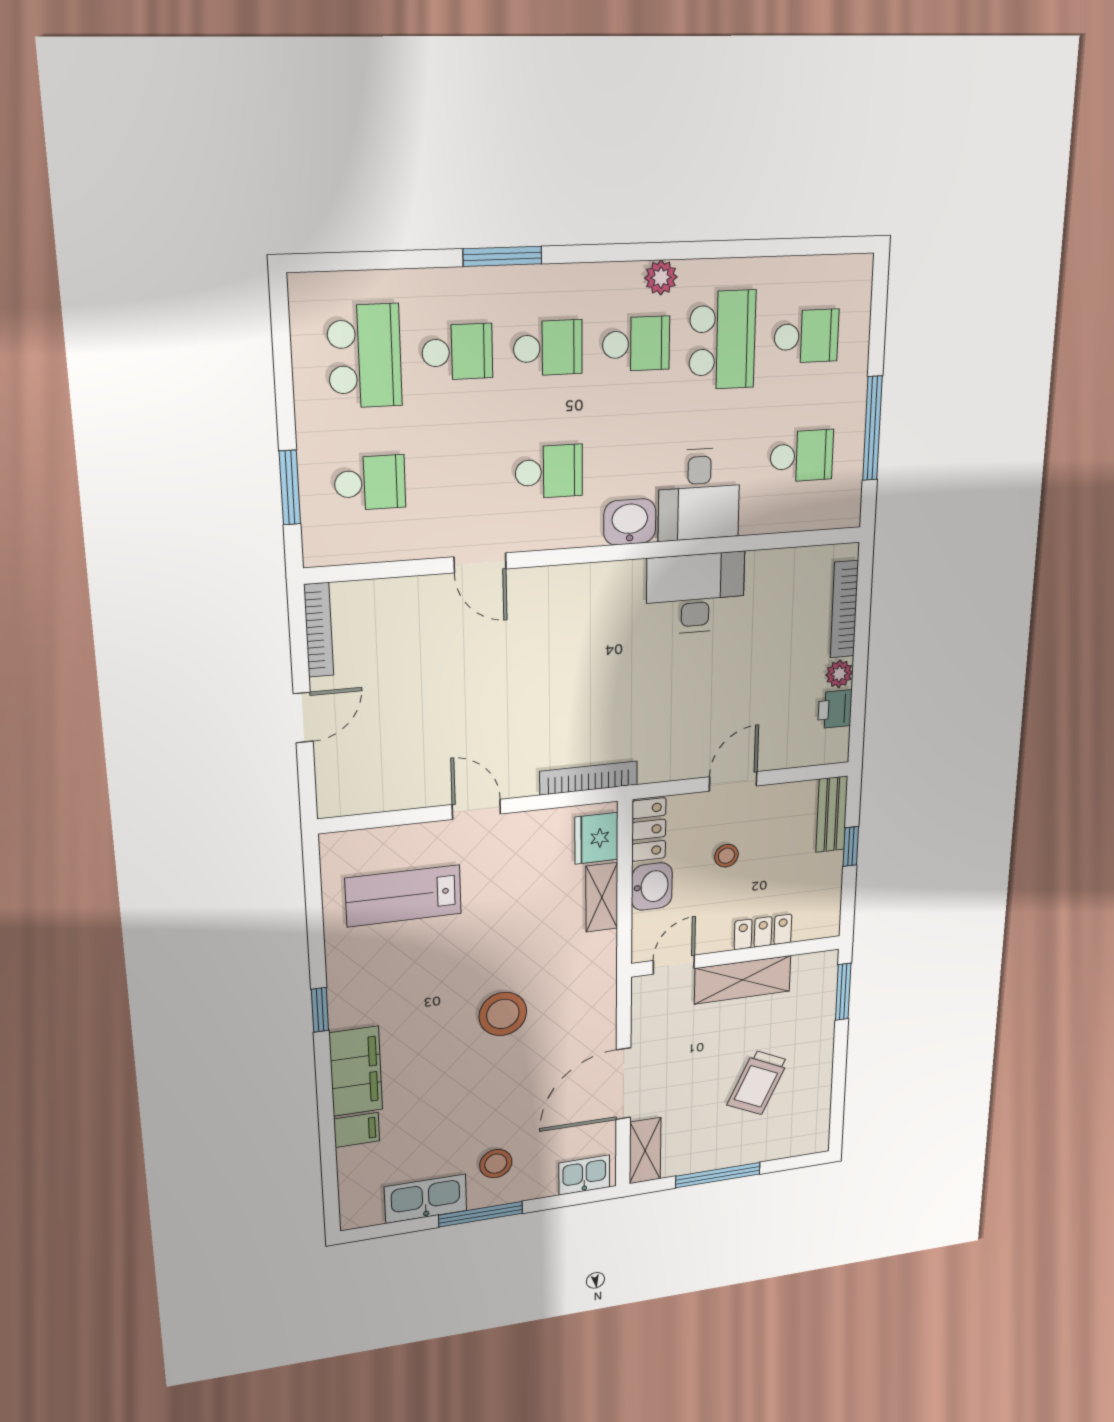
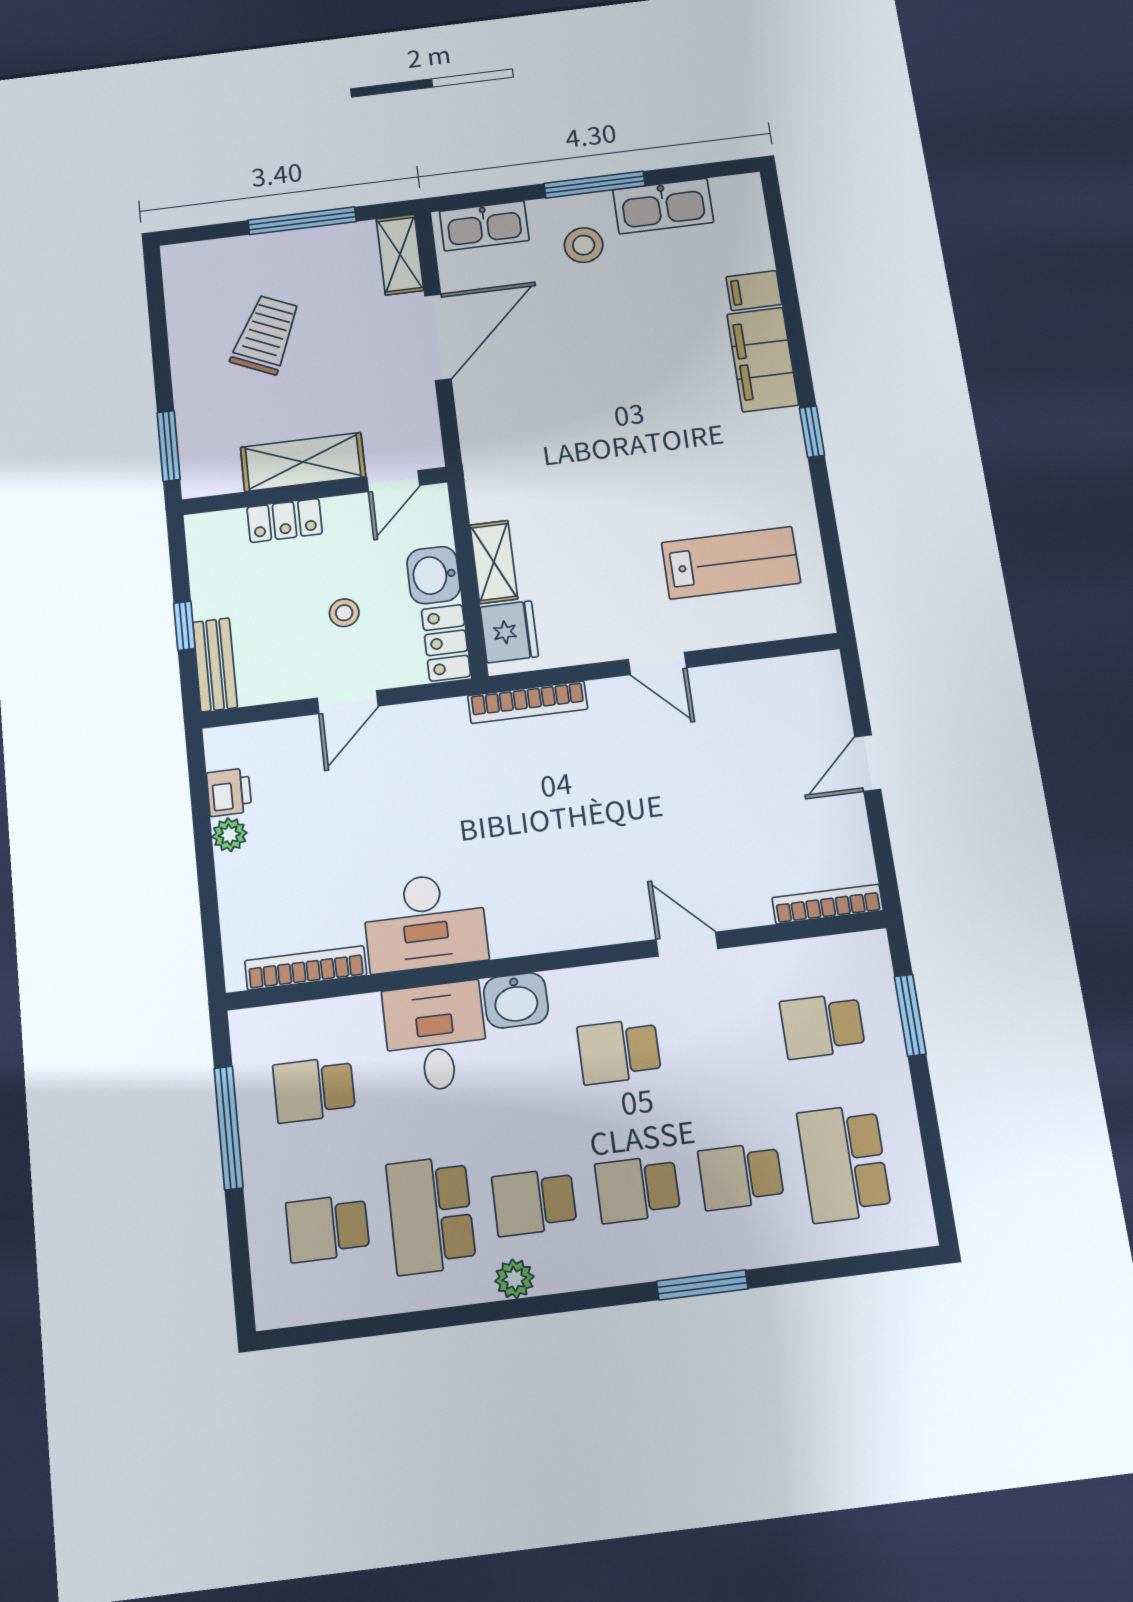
bookcase: (844, 609) -> (306, 968), moved, turned -90
bookcase: (319, 630) -> (828, 904), moved, turned 90
stool: (503, 1014) -> (597, 424), removed
kitchen sink: (584, 1175) -> (484, 226), width x1.38

